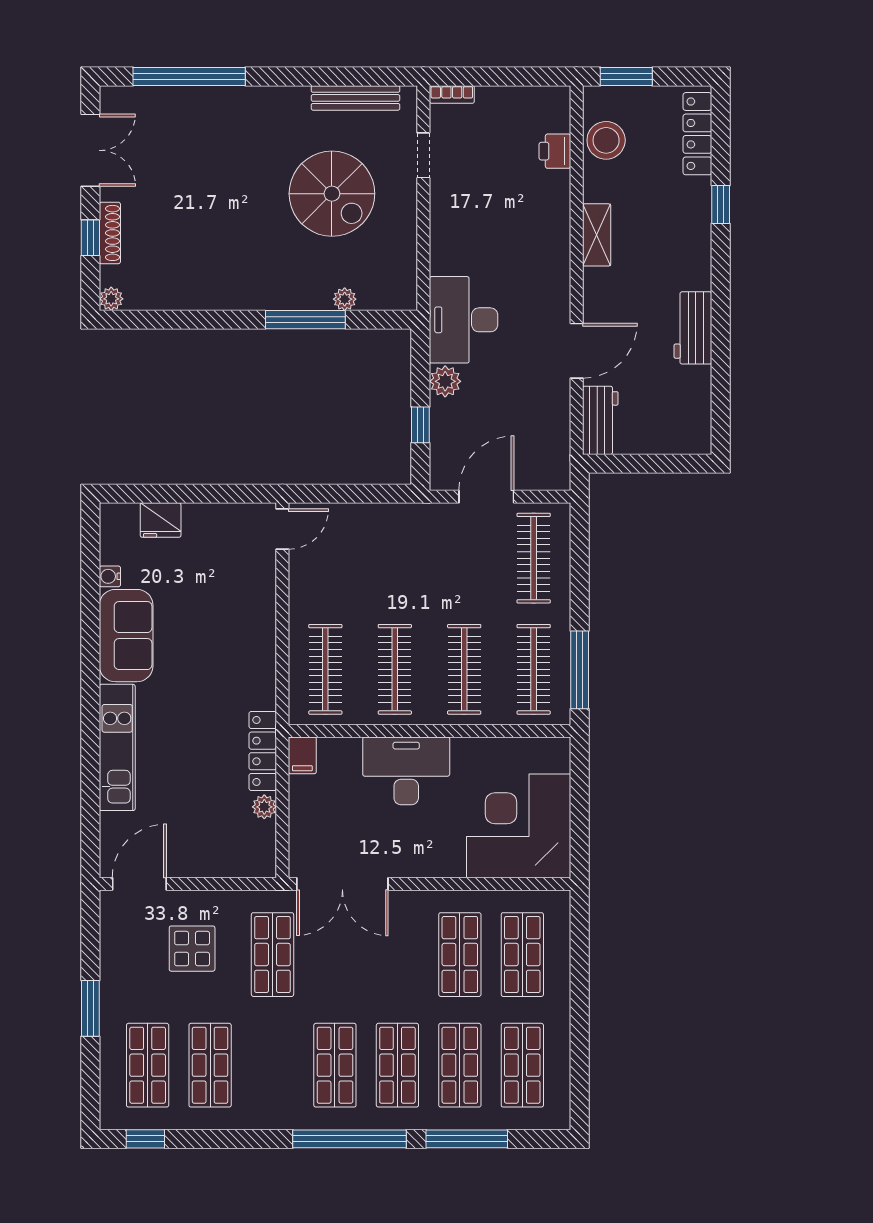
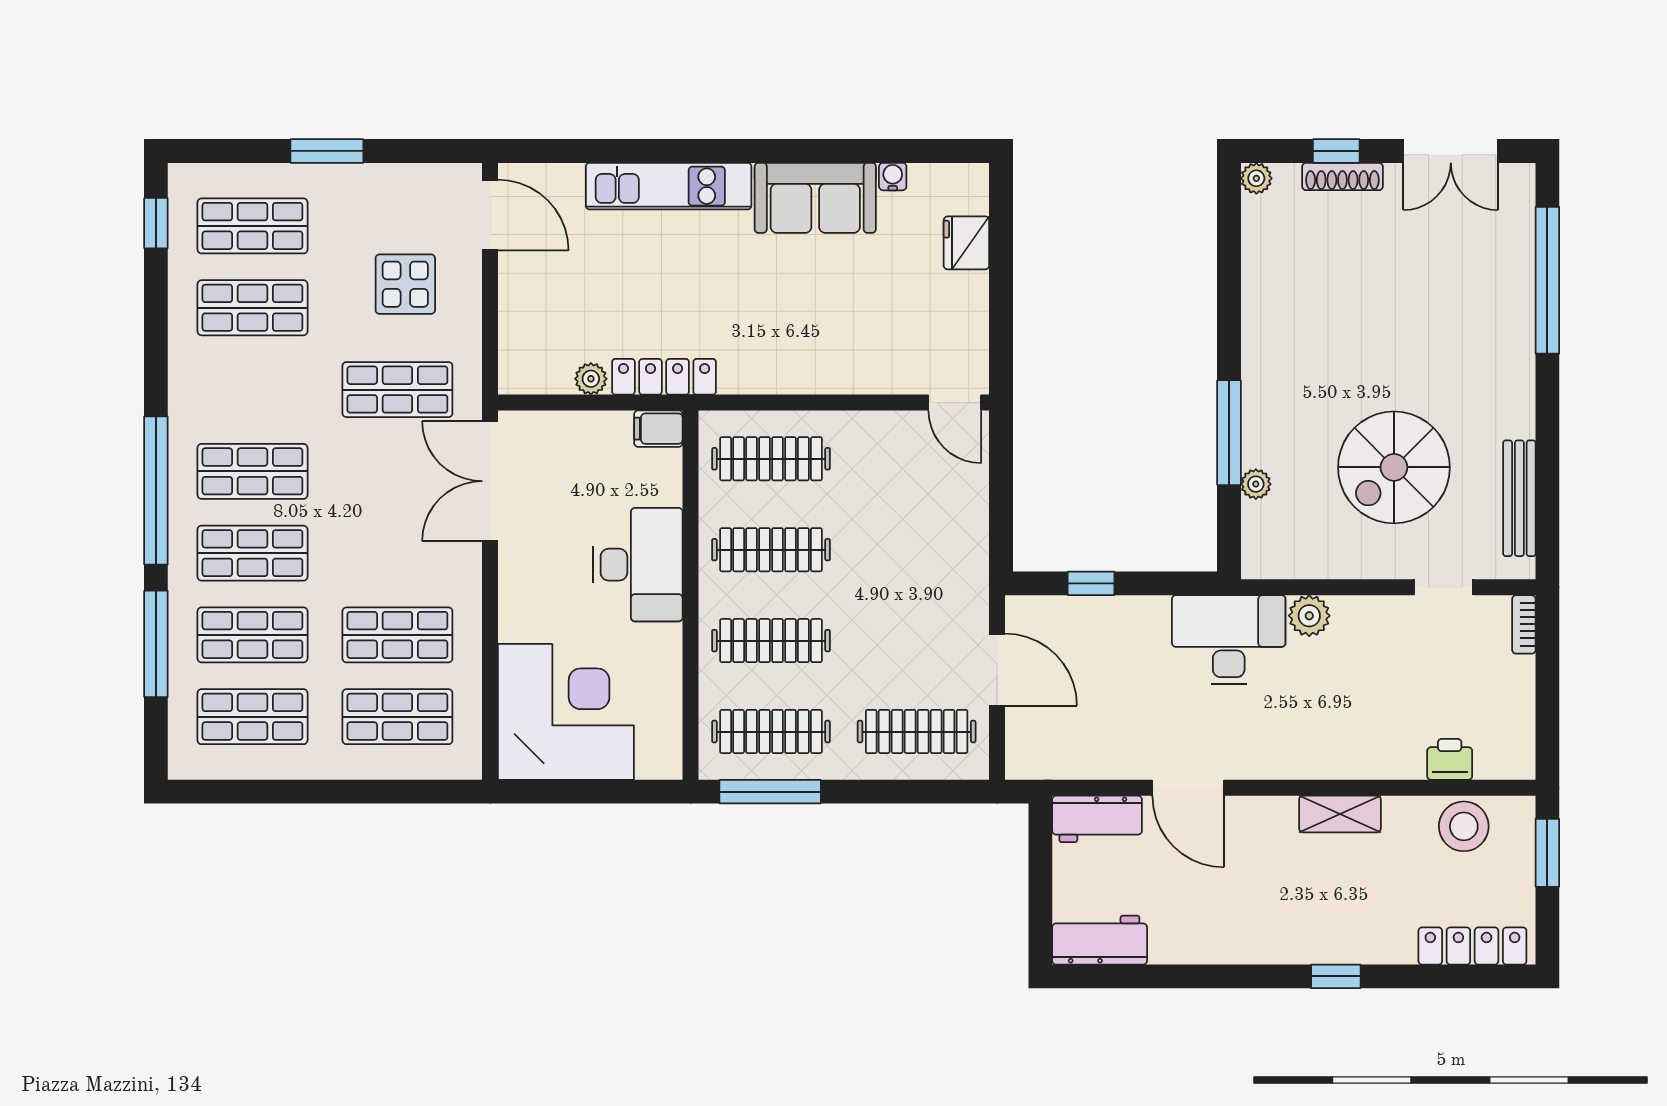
window: (721, 204) -> (1336, 976), moved
workbench: (693, 328) -> (1100, 940), moved
plant: (445, 381) -> (1309, 616), moved

